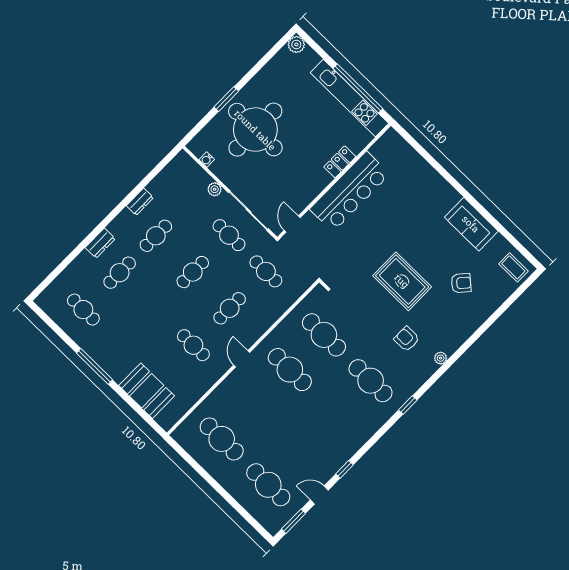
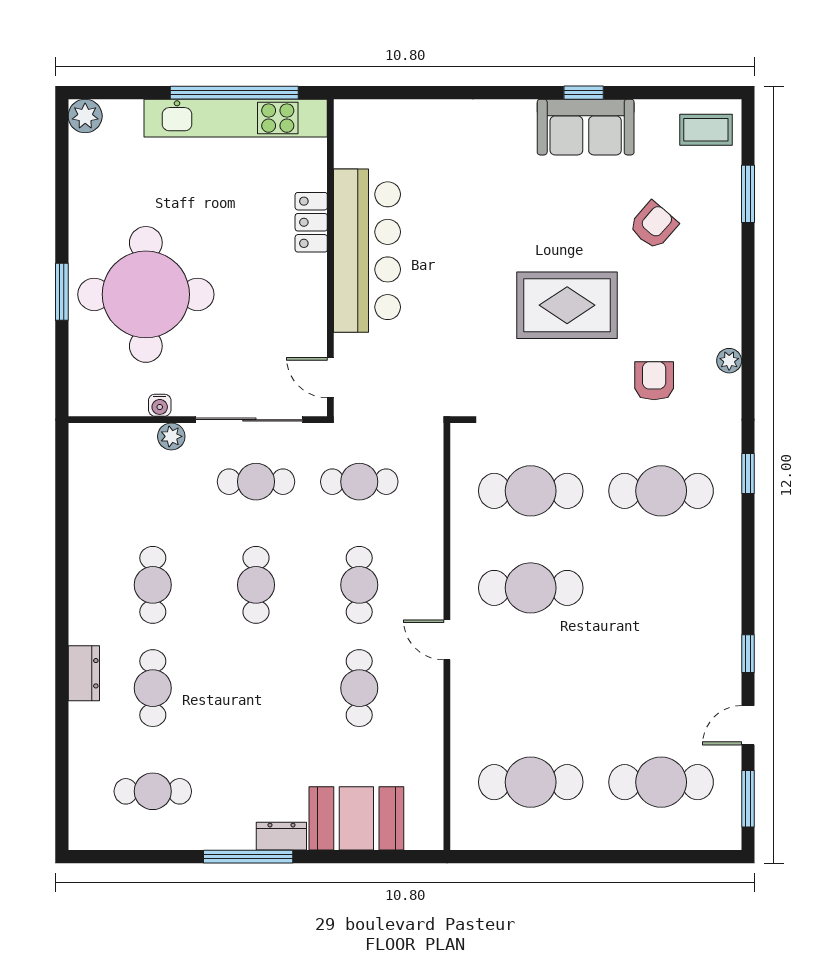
water cooler: (207, 160) -> (160, 405), moved
dresser: (140, 202) -> (281, 836), moved, turned -90
window: (483, 211) -> (584, 93), added
window: (506, 305) -> (748, 194), added
armchair: (407, 339) -> (654, 381), turned 90
cafe table: (193, 345) -> (359, 688), turned 90

